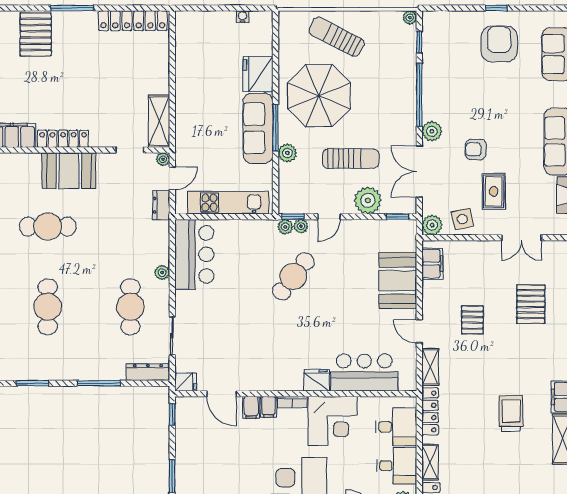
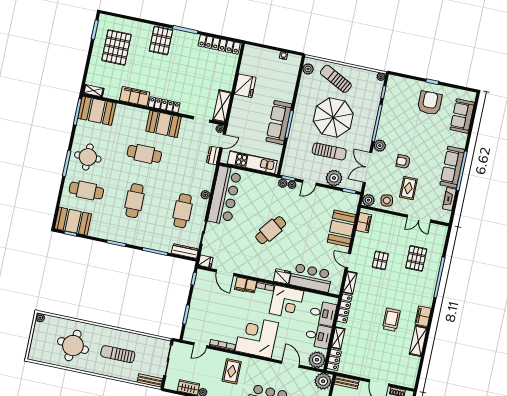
fridge: (258, 74) -> (245, 86), moved, turned 180
parasol: (319, 96) -> (333, 117), moved
plant: (287, 153) -> (308, 69), moved
bar counter: (194, 254) -> (225, 196), width x1.36
cafe table: (293, 276) -> (271, 230), moved

